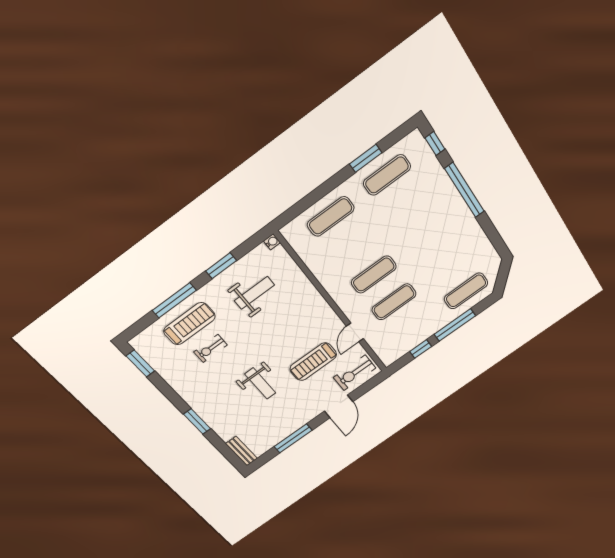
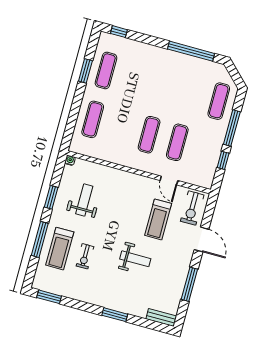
window: (465, 190) -> (191, 51), moved
treadmill: (189, 324) -> (60, 249), turned 180

